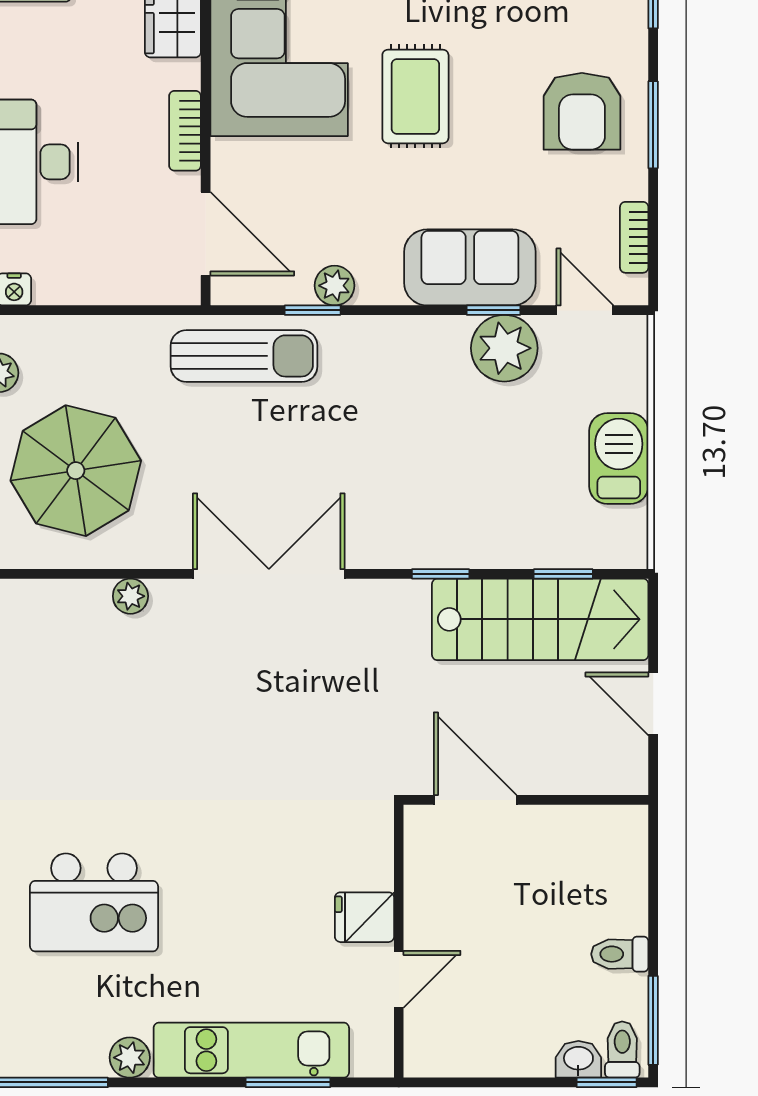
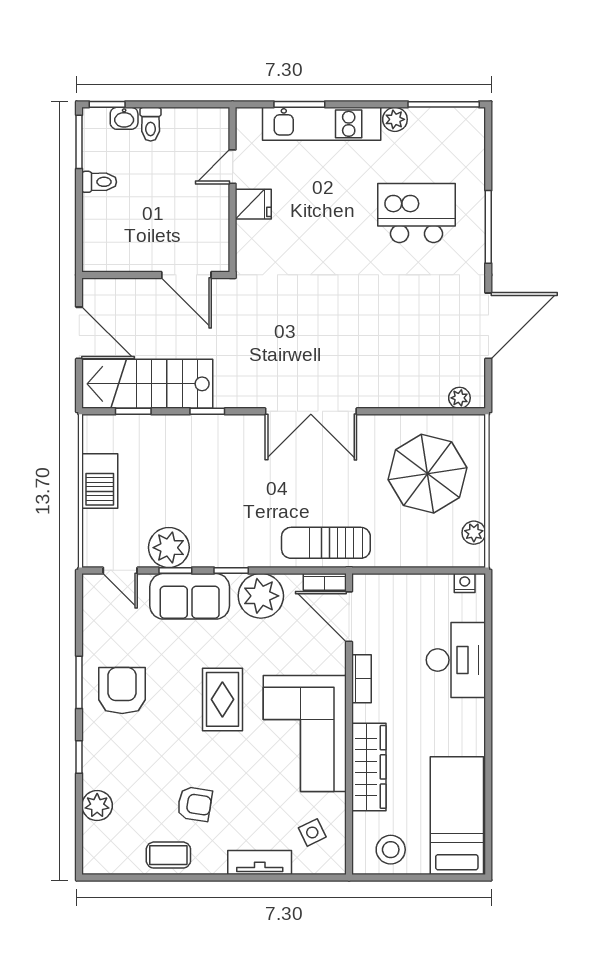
bookcase: (634, 237) -> (325, 582), moved, turned 90
plant: (335, 286) -> (261, 596), width x1.88, depth x1.88
window: (313, 310) -> (231, 570), moved
plant: (130, 596) -> (459, 398), moved
door: (653, 704) -> (79, 333), width x1.38
toilet: (622, 1050) -> (151, 124), moved

